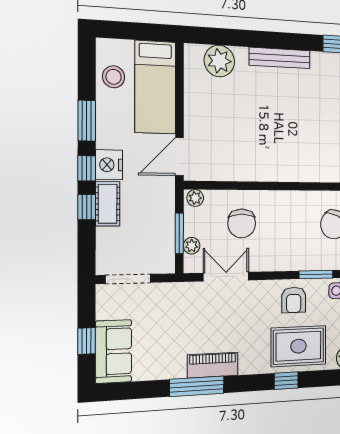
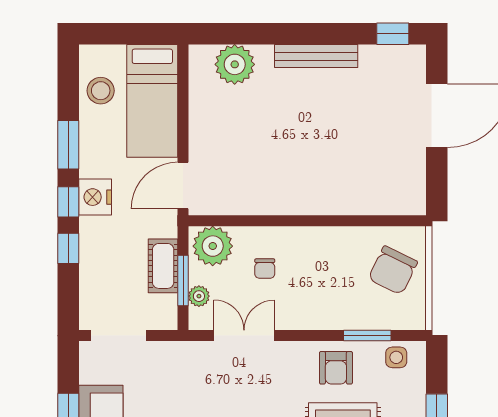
plant: (195, 198) -> (213, 246), width x1.88, depth x1.88
cot: (108, 204) -> (163, 266), moved
chair: (242, 223) -> (265, 269), width x0.54, depth x0.54

